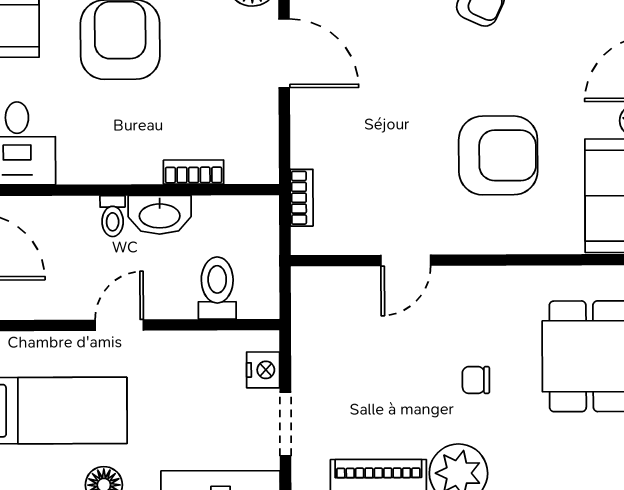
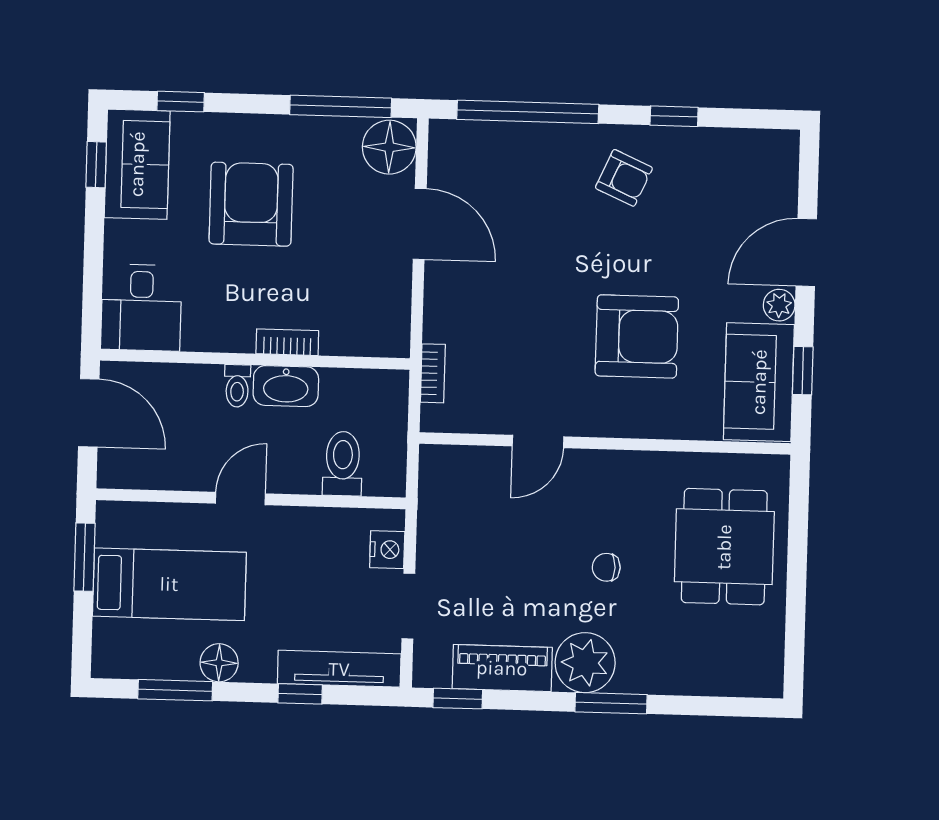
bookcase: (194, 172) -> (287, 342), moved

